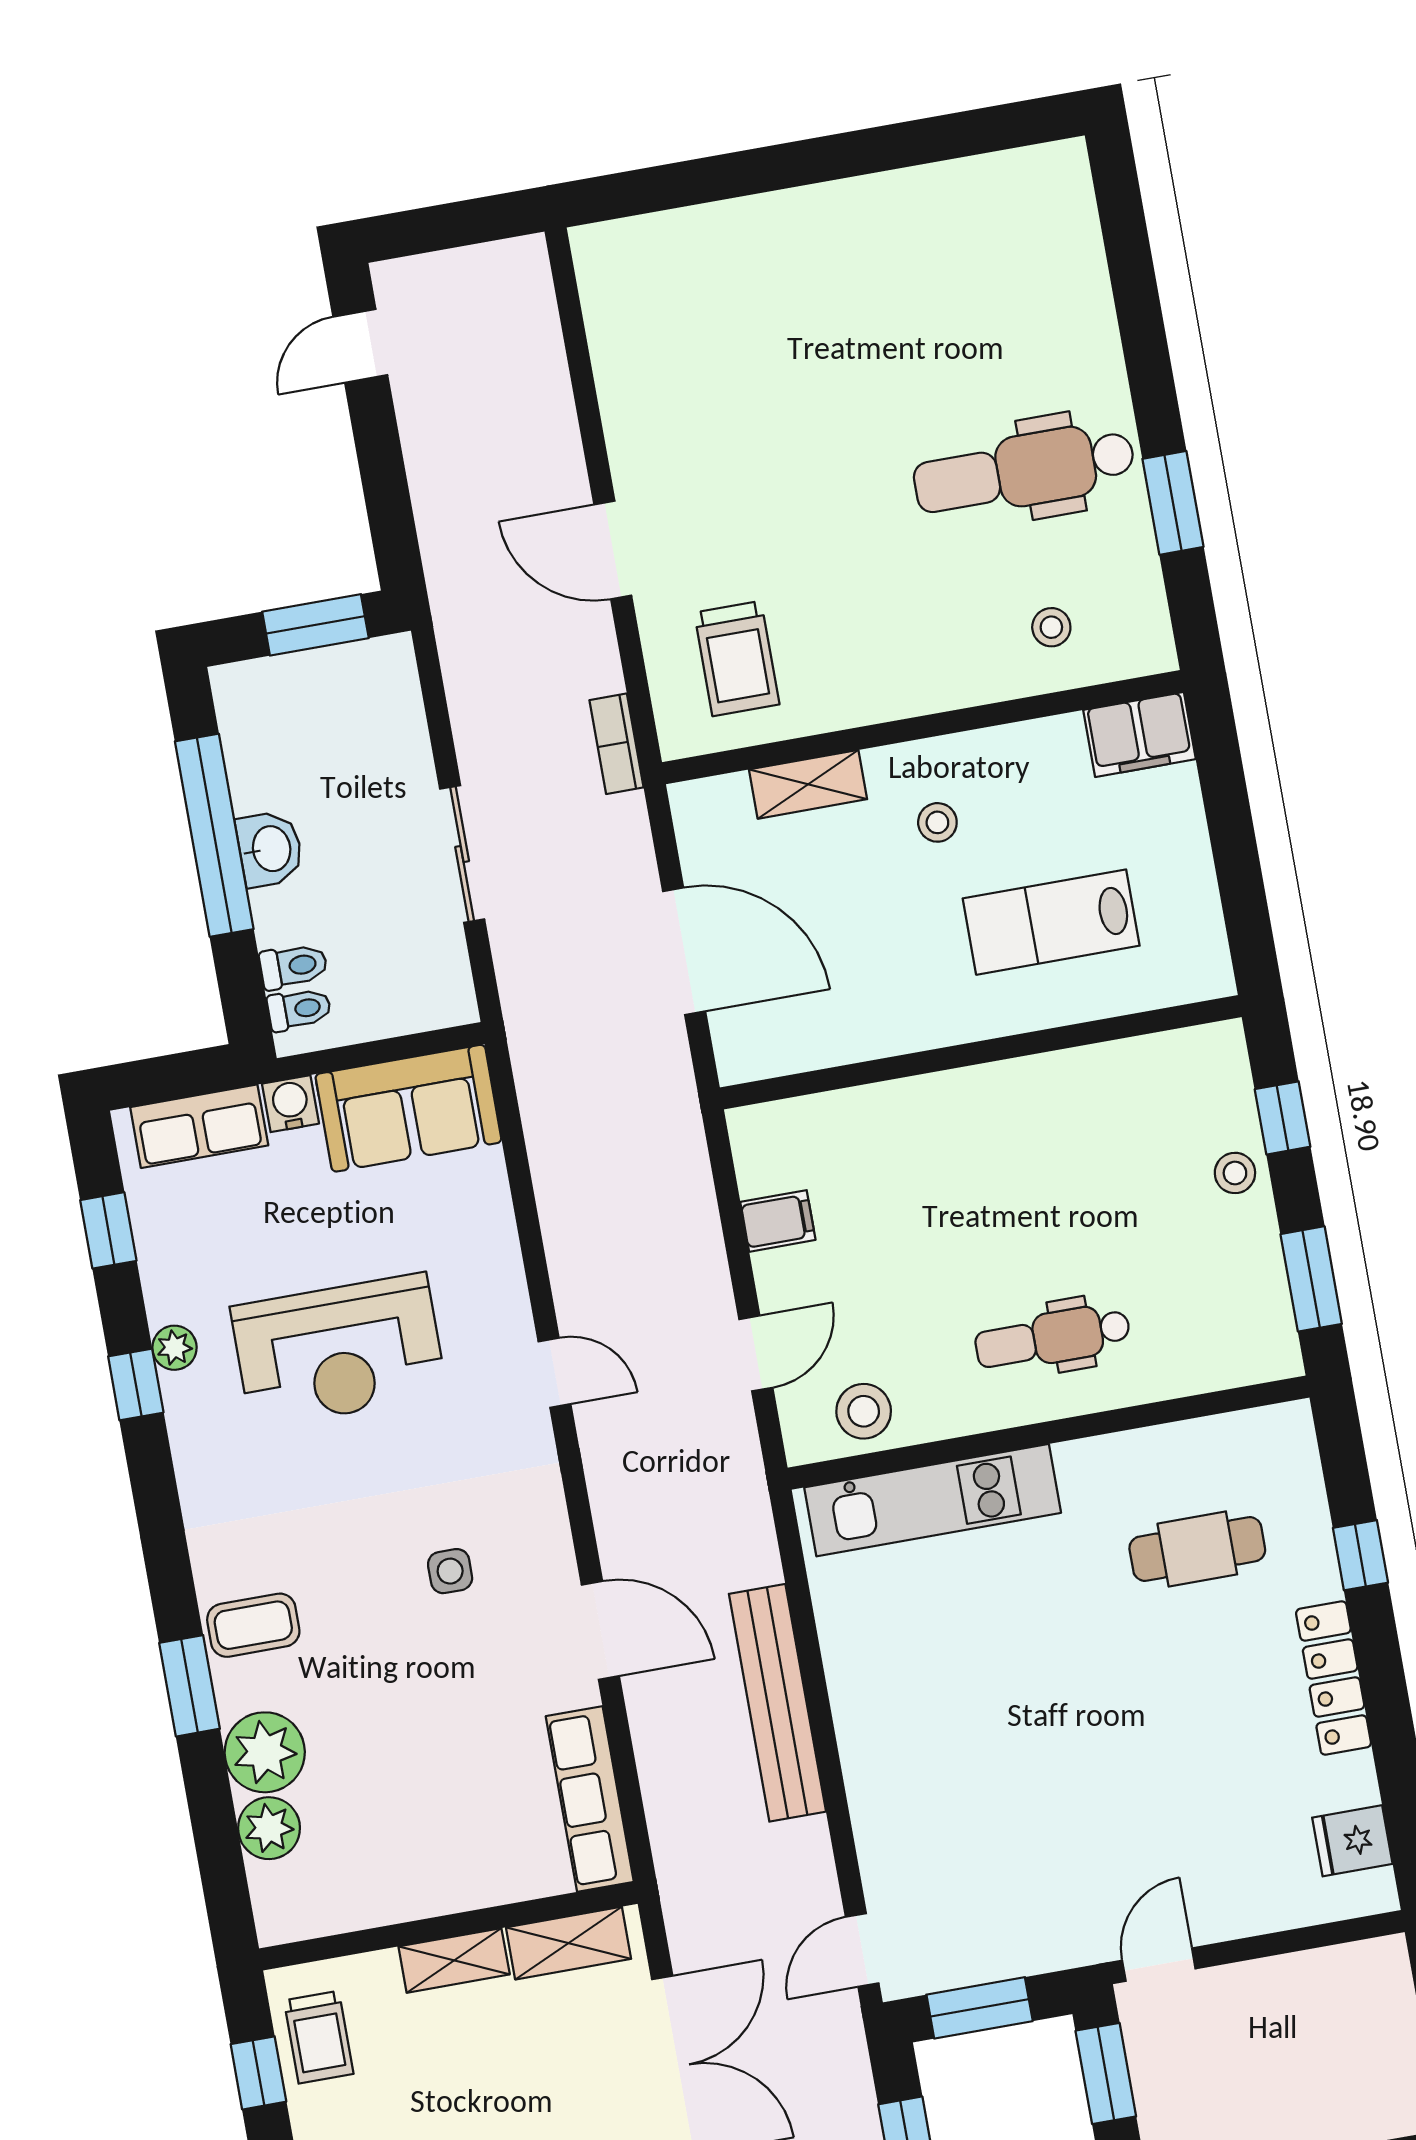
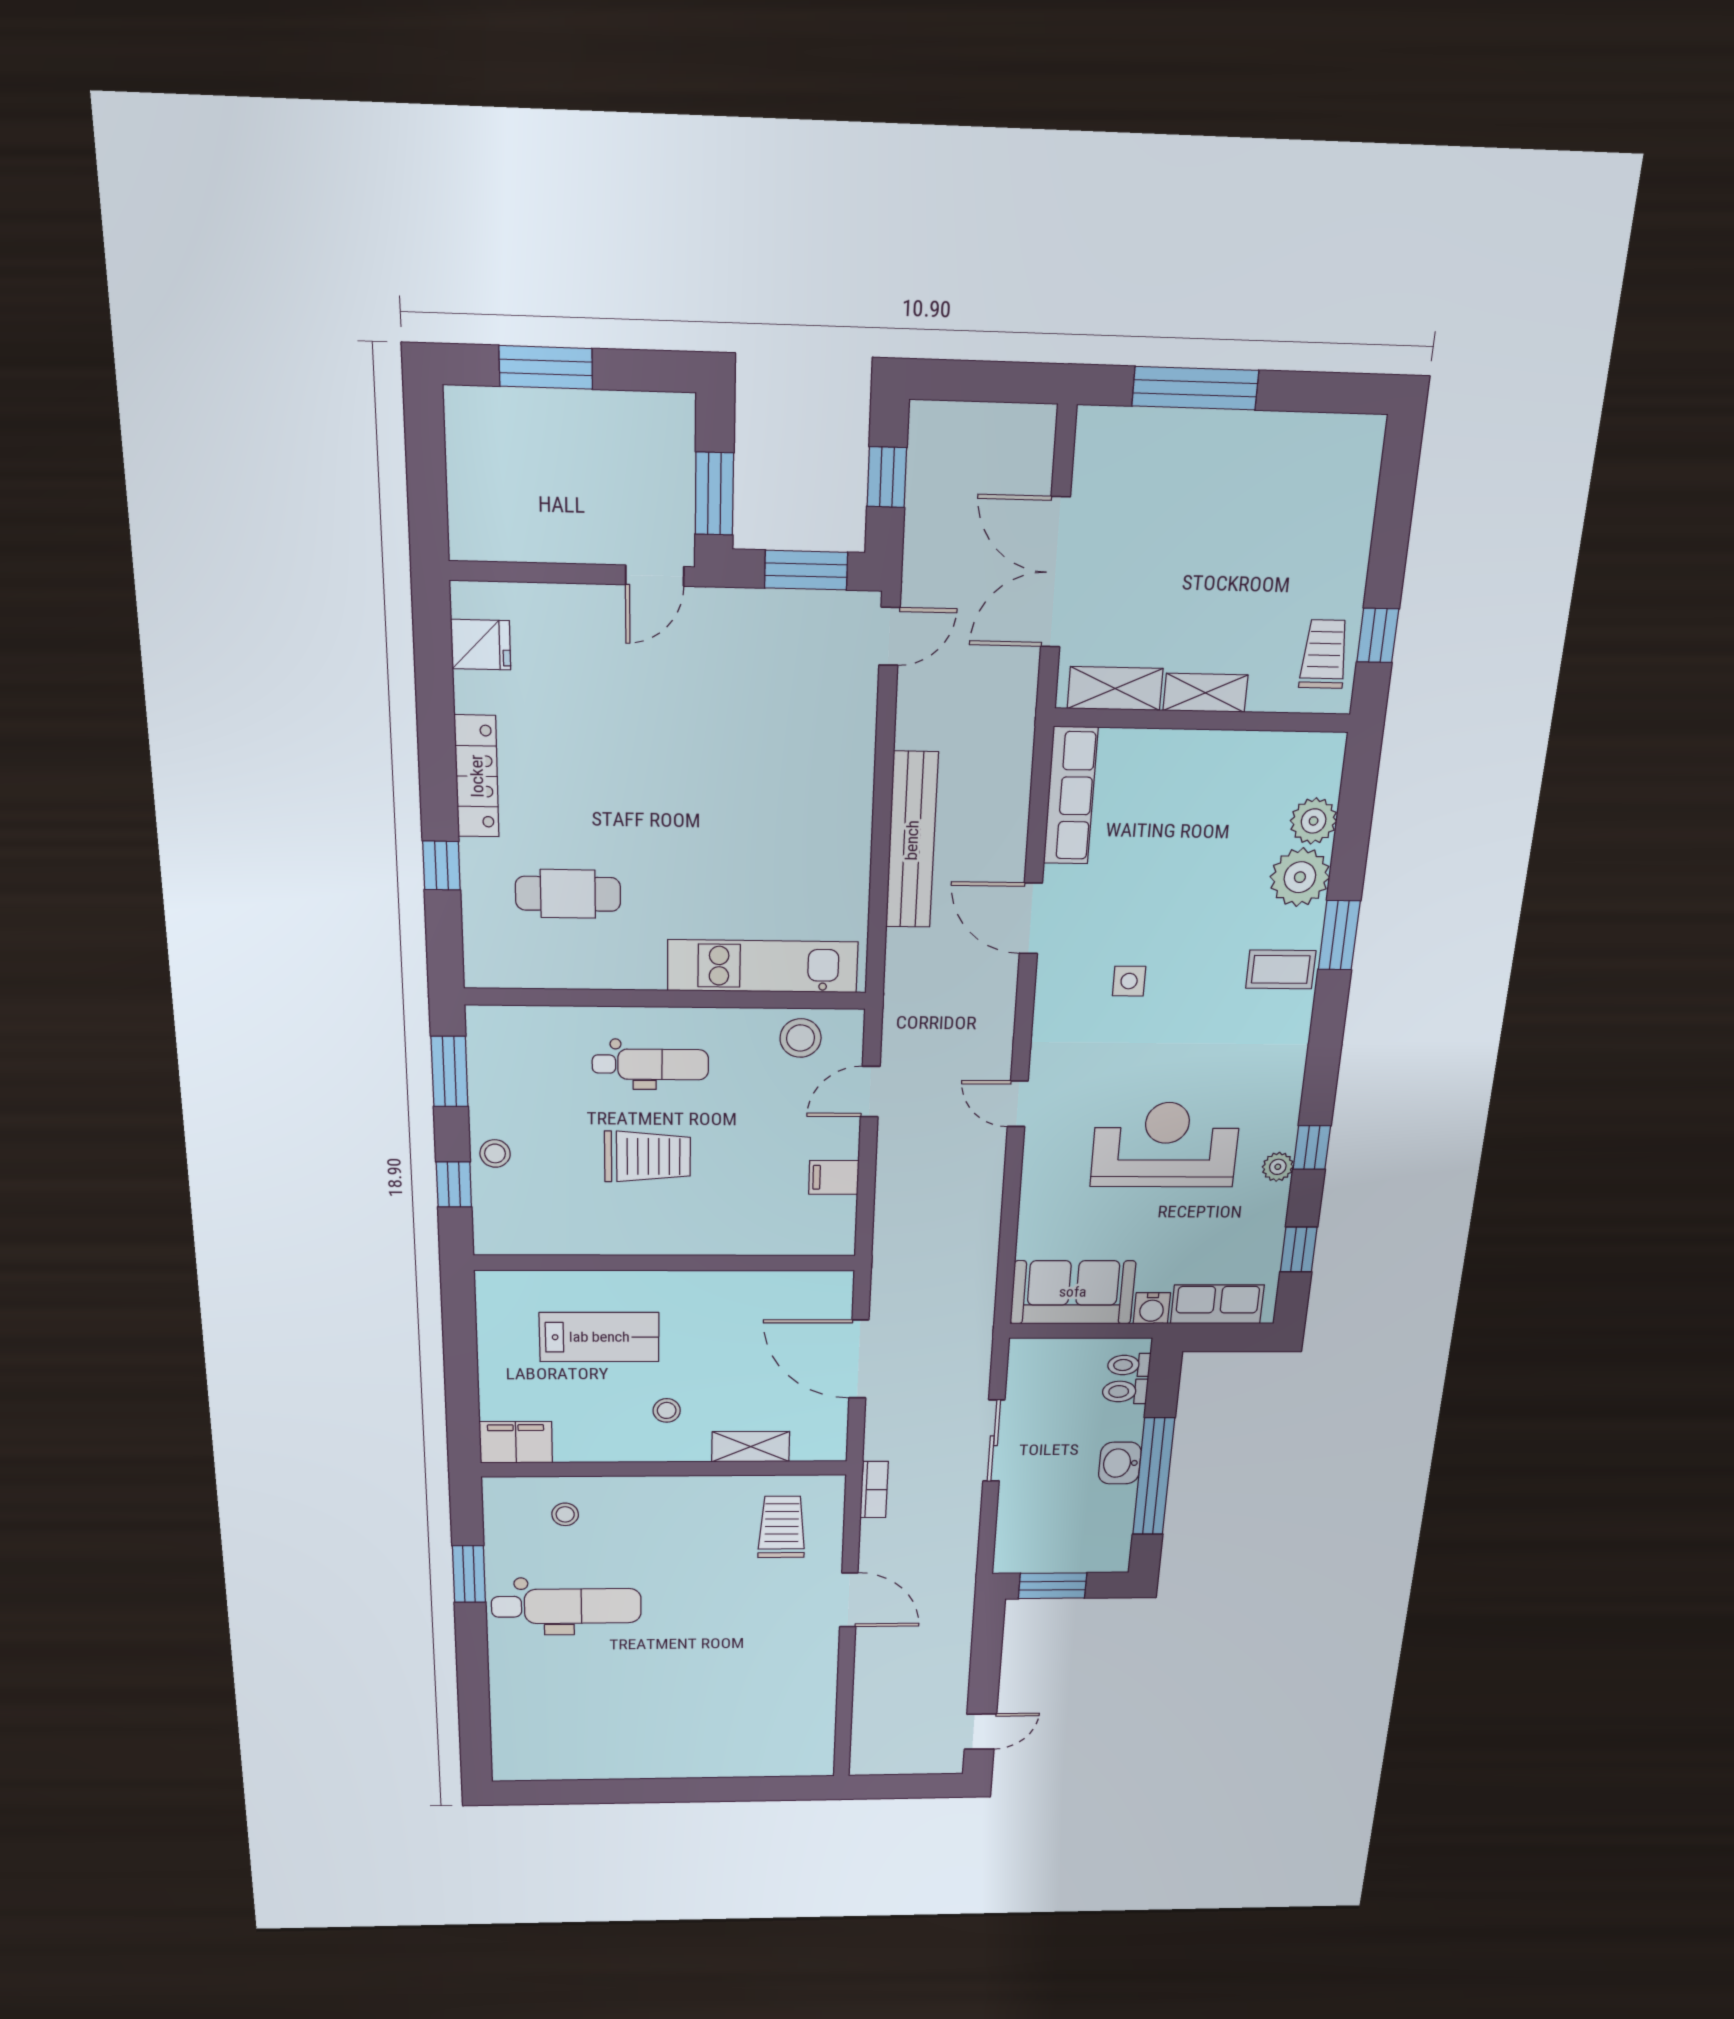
trolley: (1033, 1206) -> (648, 1156), added

